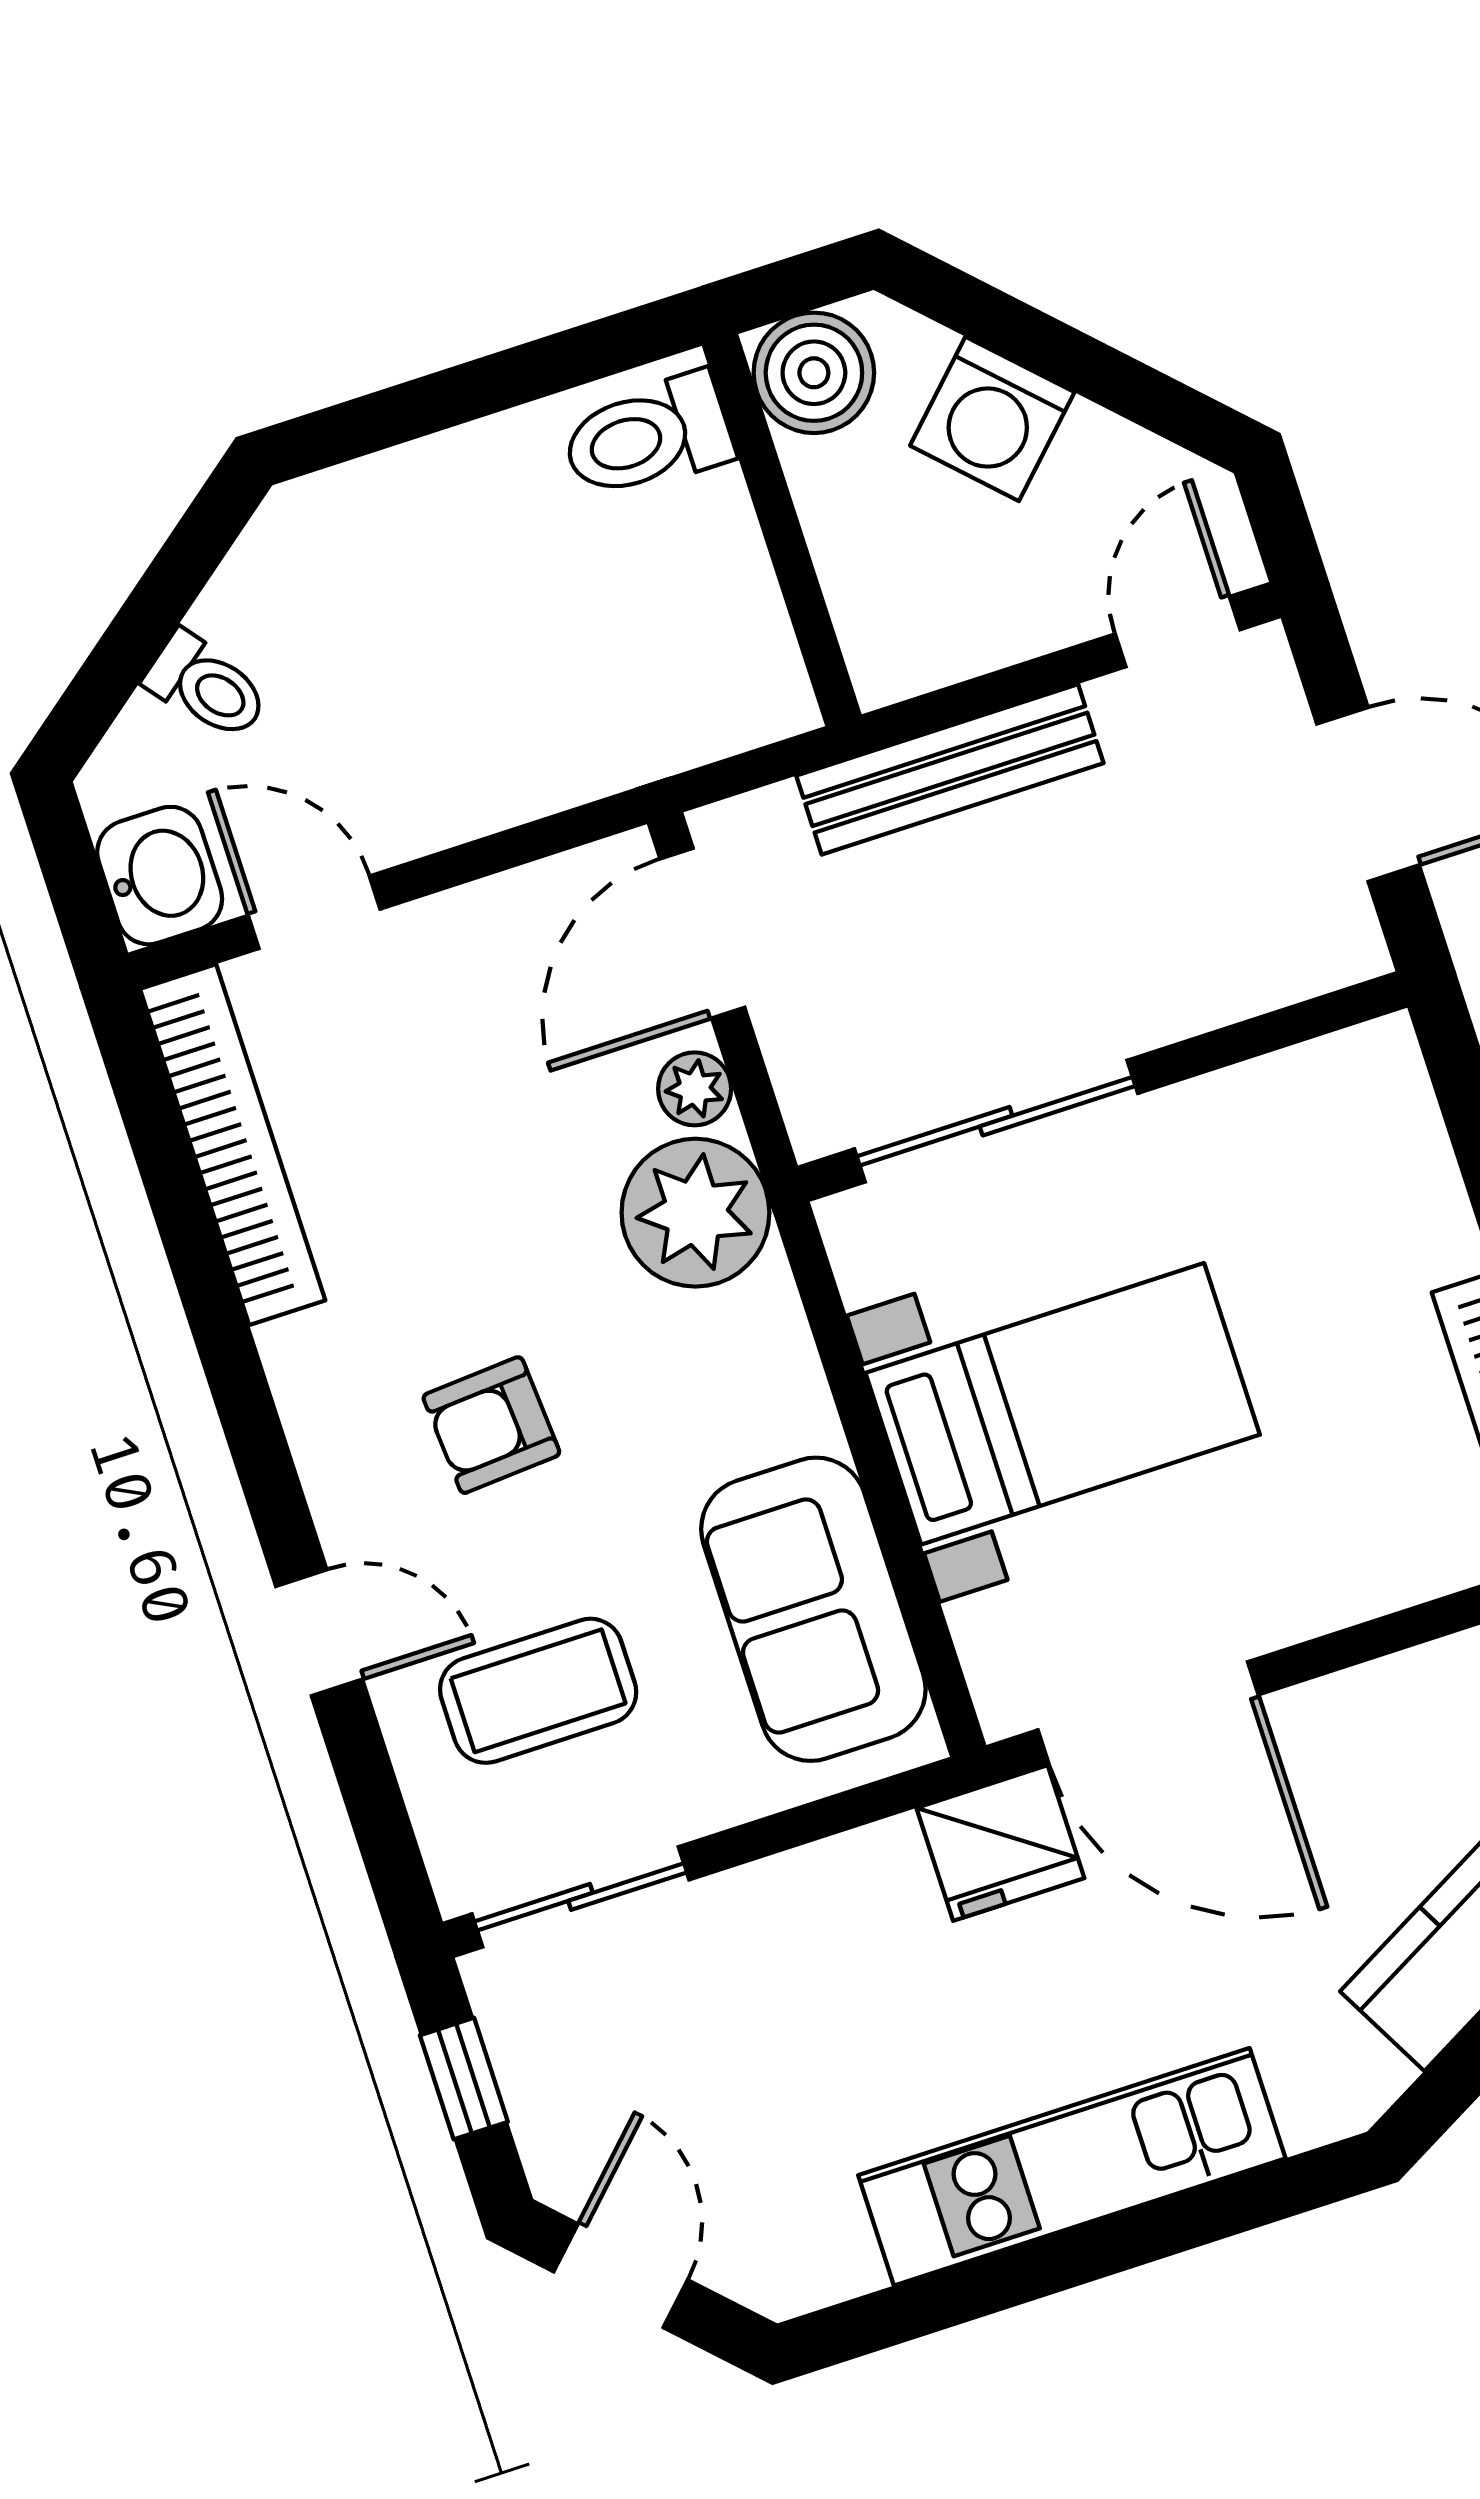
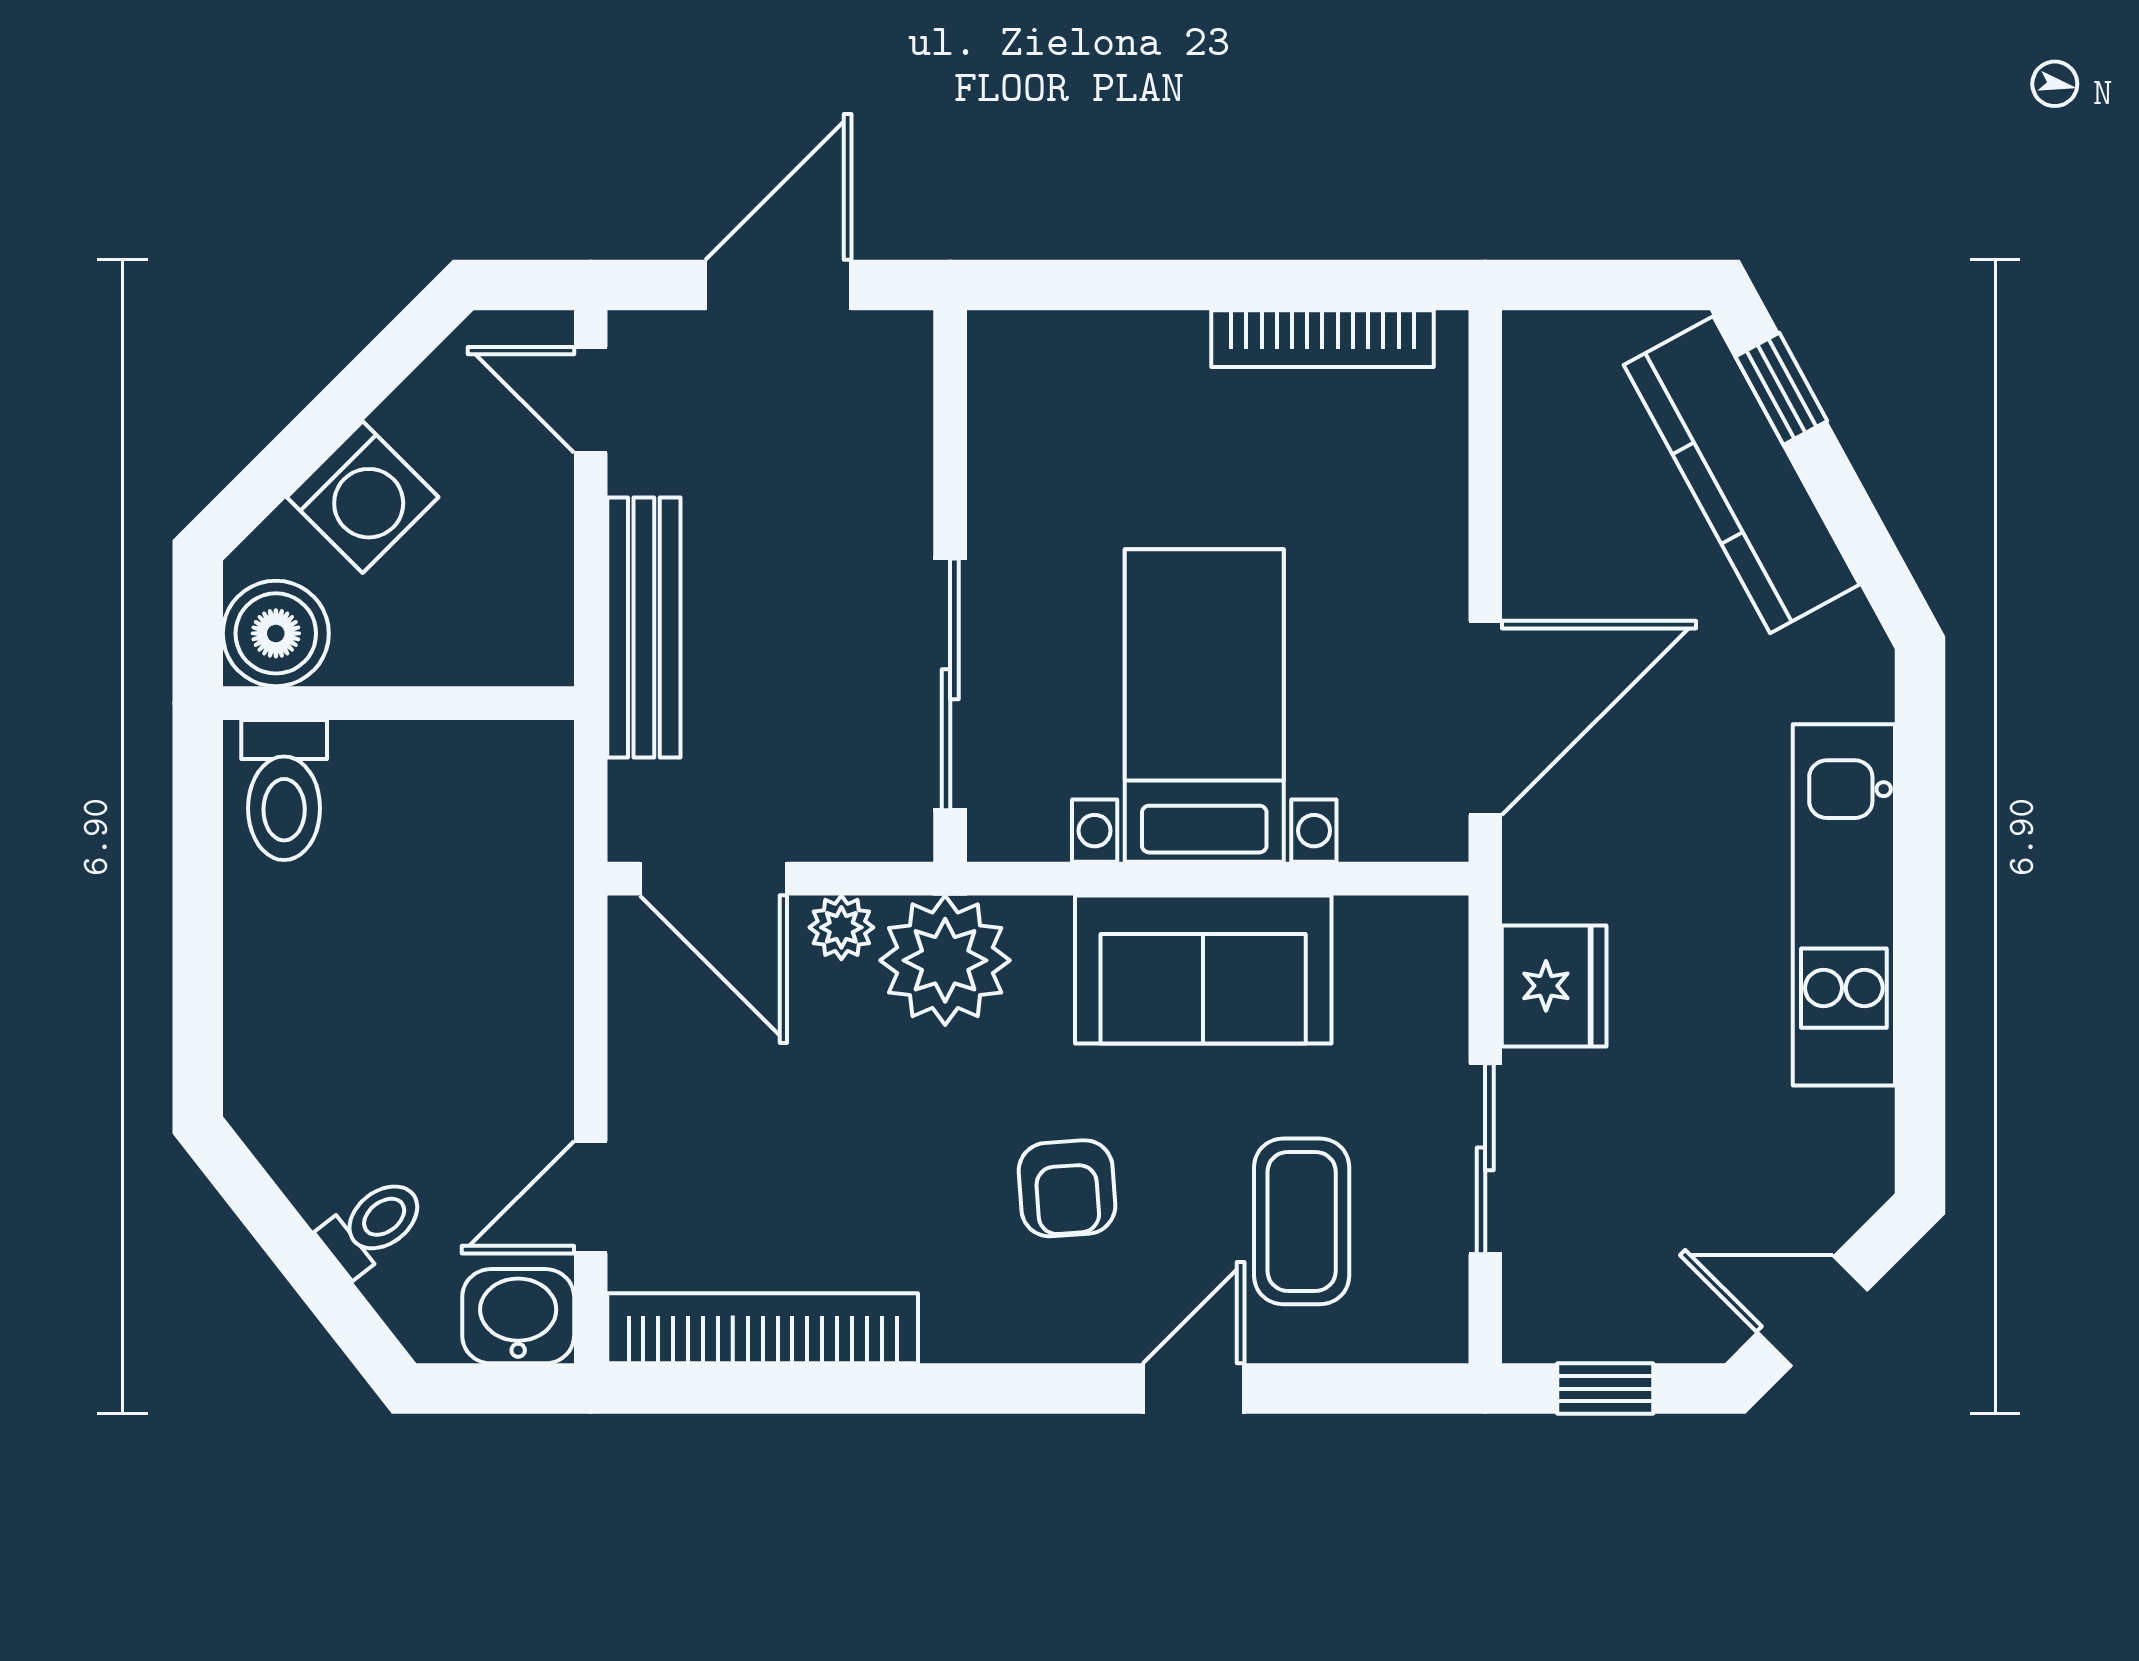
sofa: (813, 1609) -> (1203, 969), moved
fridge: (1000, 1843) -> (1554, 986), moved
sliding door: (581, 1897) -> (1485, 1159), moved

